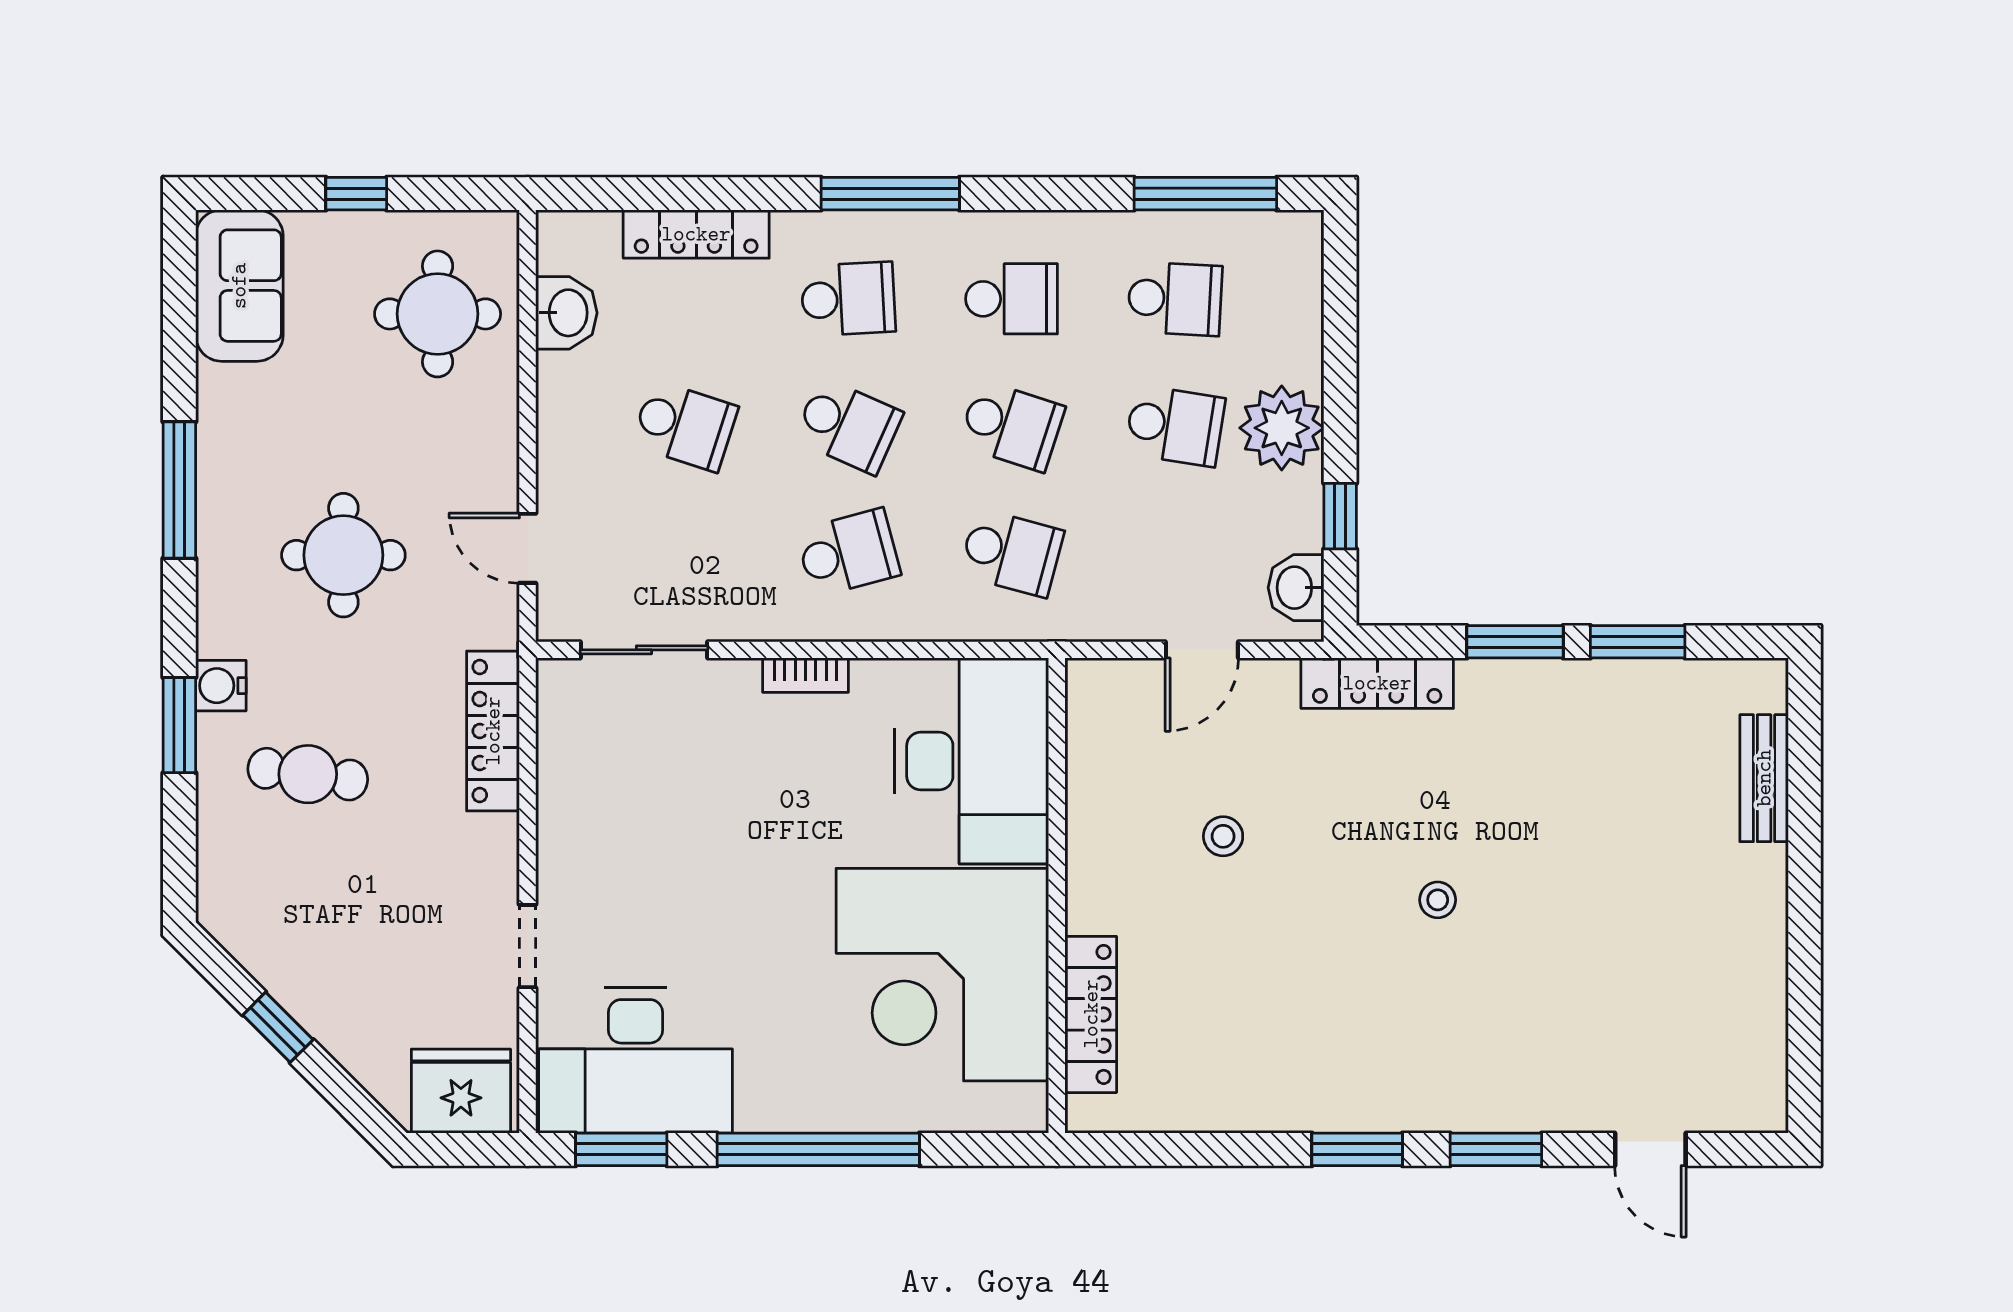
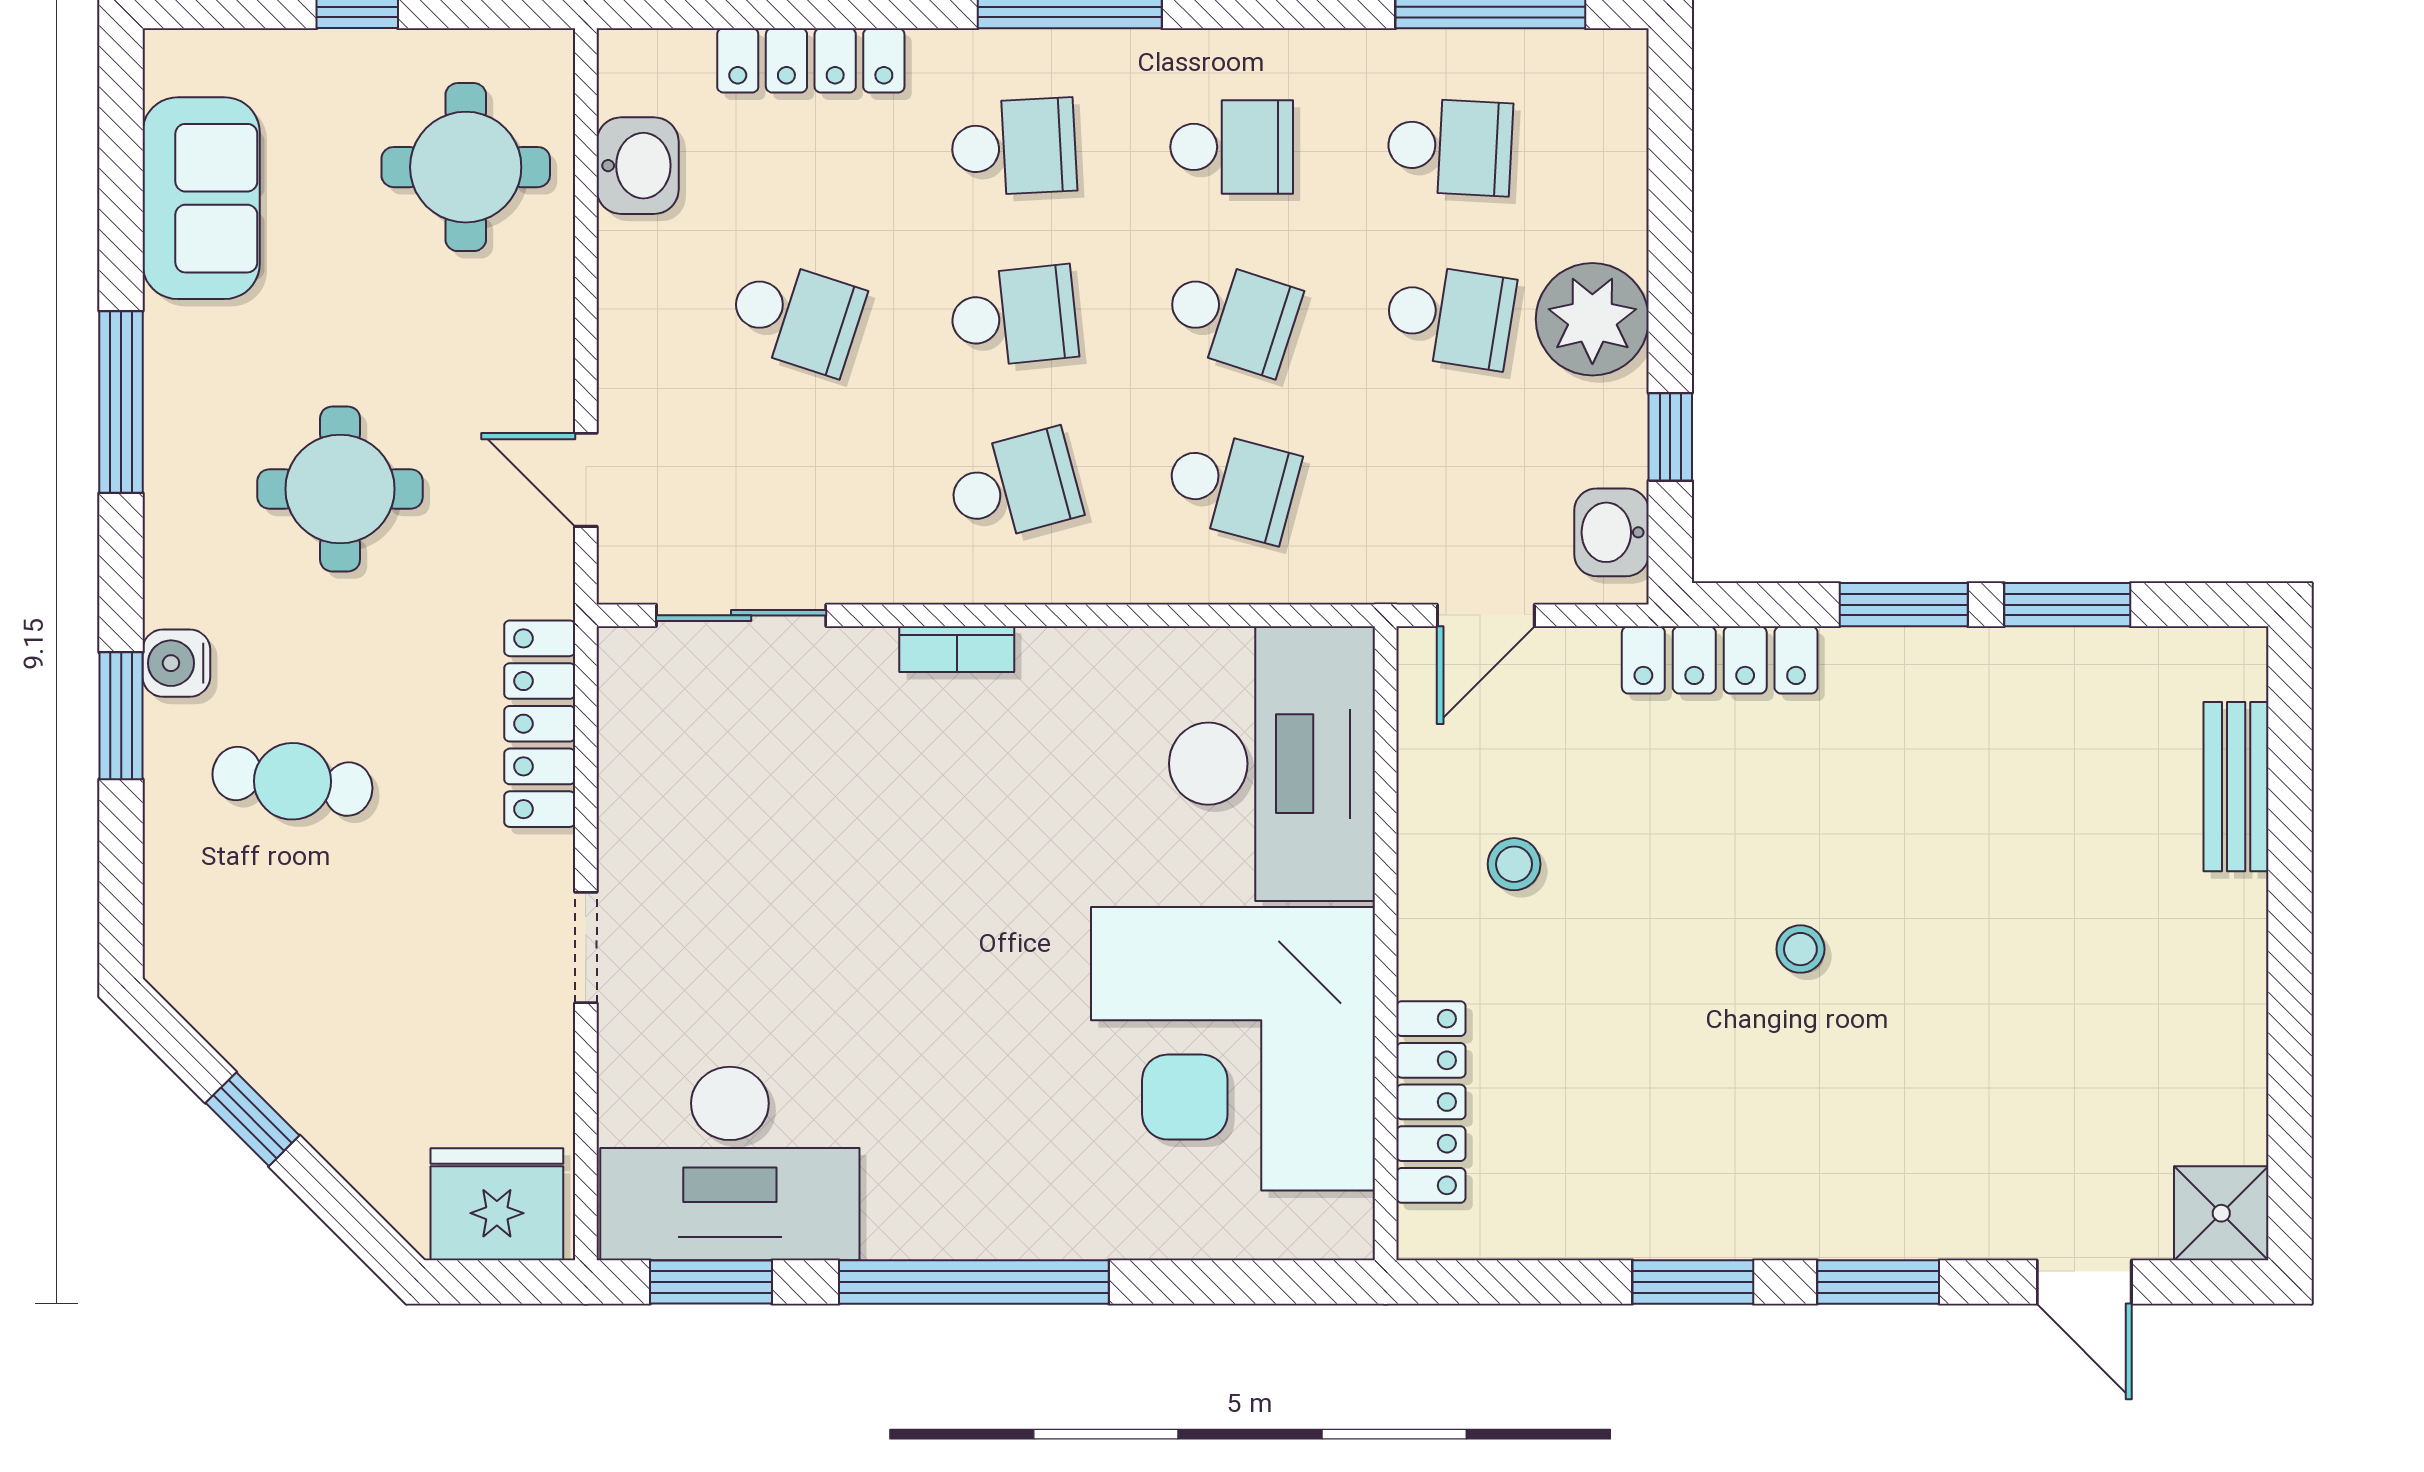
sofa: (239, 286) -> (201, 198), moved
school desk: (848, 426) -> (1014, 316), turned -30
desk: (971, 761) -> (1272, 764), moved
wall: (1057, 896) -> (1386, 943), moved
doorway: (528, 946) -> (586, 948), moved
corner desk: (942, 975) -> (1233, 1049), moved
locker: (1091, 1014) -> (1431, 1102), moved
shower: (1753, 1098) -> (2221, 1213), added

